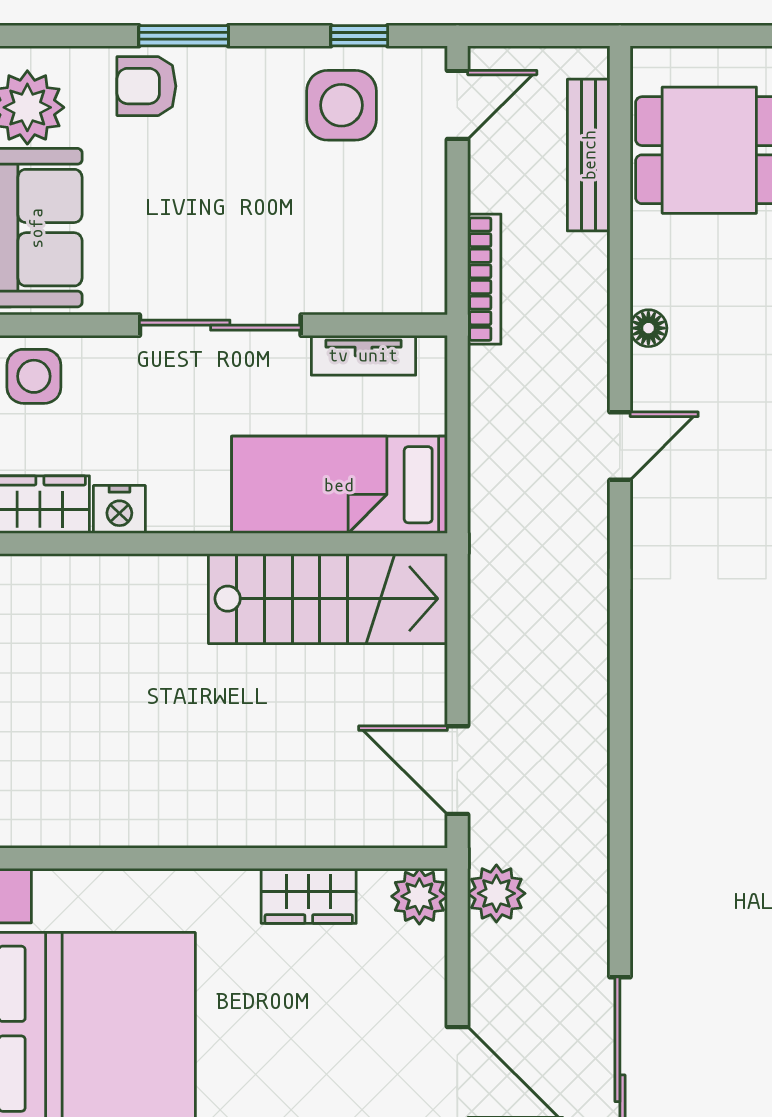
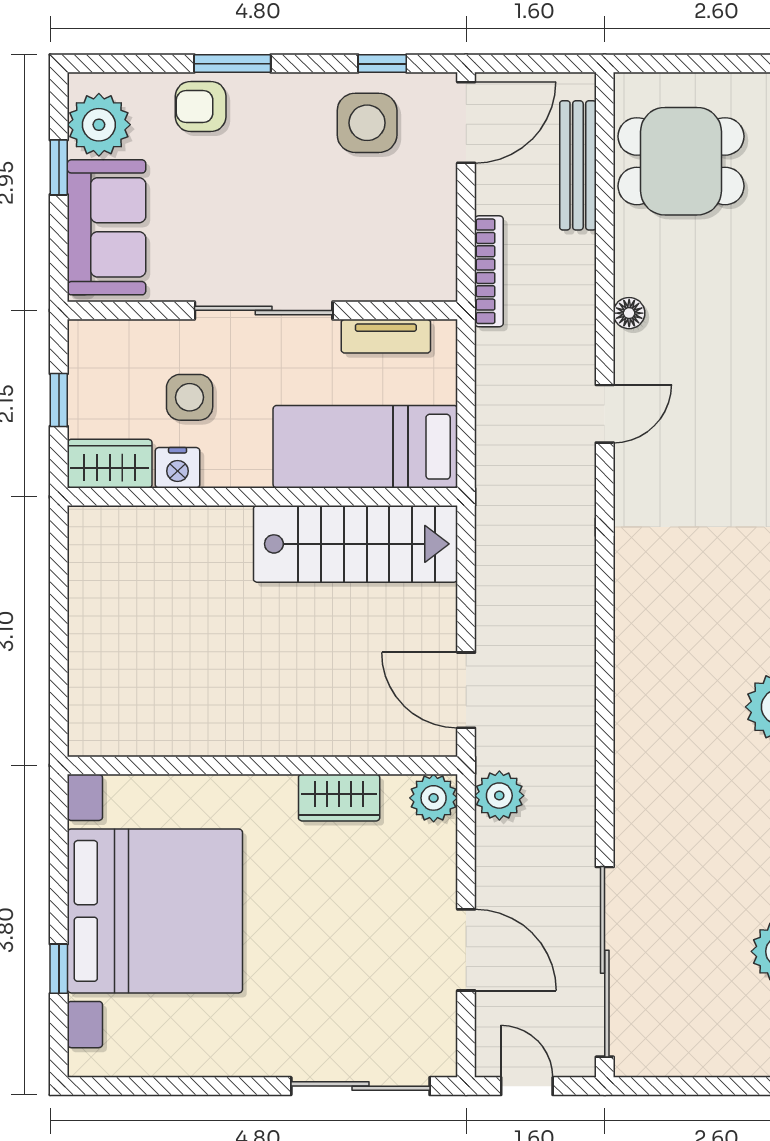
door: (457, 105) -> (466, 122), width x1.38
side table: (34, 376) -> (190, 397), moved

